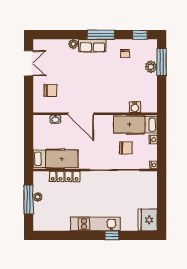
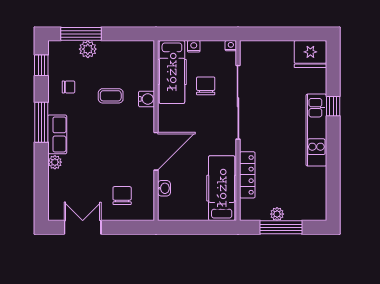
coffee table: (119, 82) -> (111, 96), added
water cooler: (135, 107) -> (147, 99), moved

